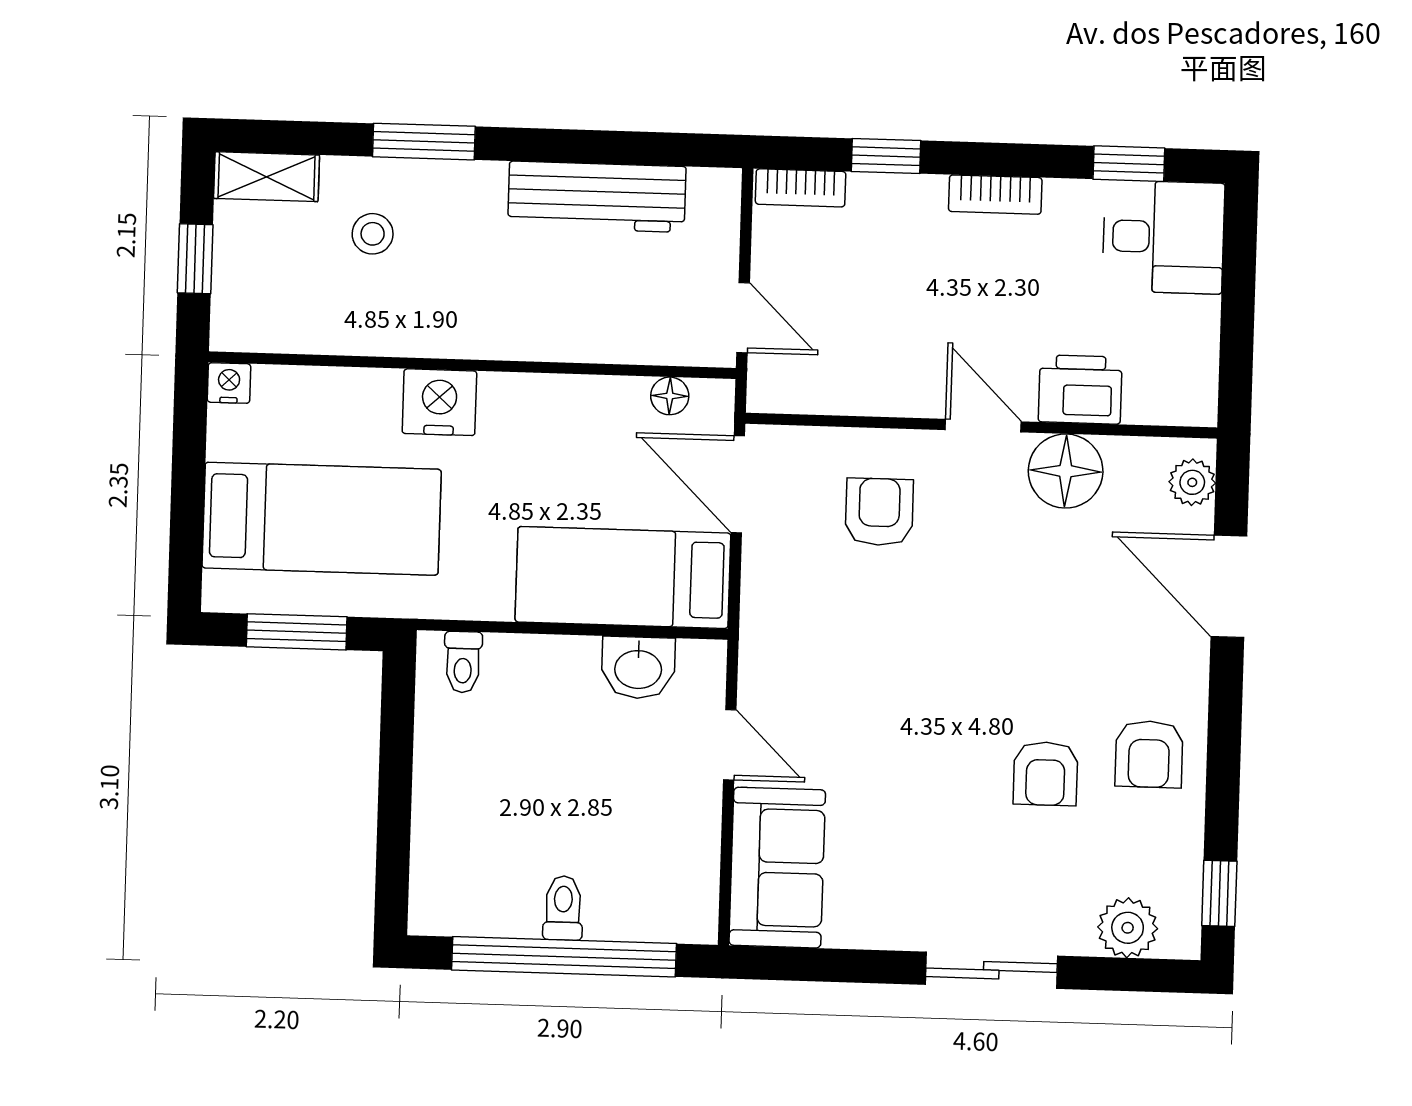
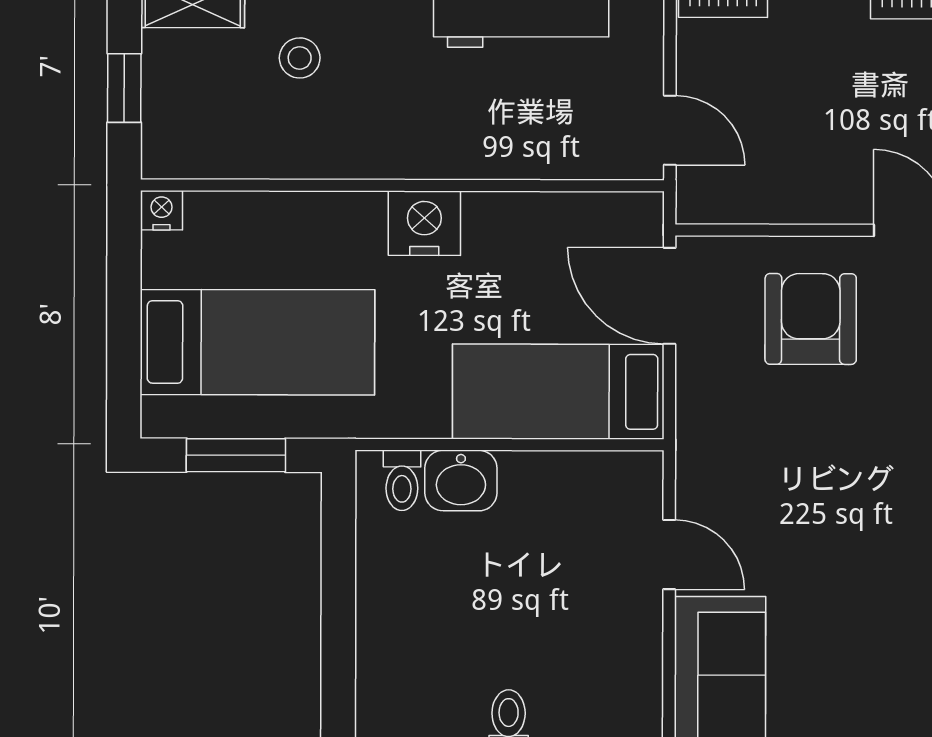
floor lamp: (670, 396) -> (599, 210), removed
nightstand: (439, 402) -> (424, 223), moved
armchair: (879, 512) -> (811, 319), width x1.38, depth x1.38
washbasin: (638, 668) -> (461, 481), moved

